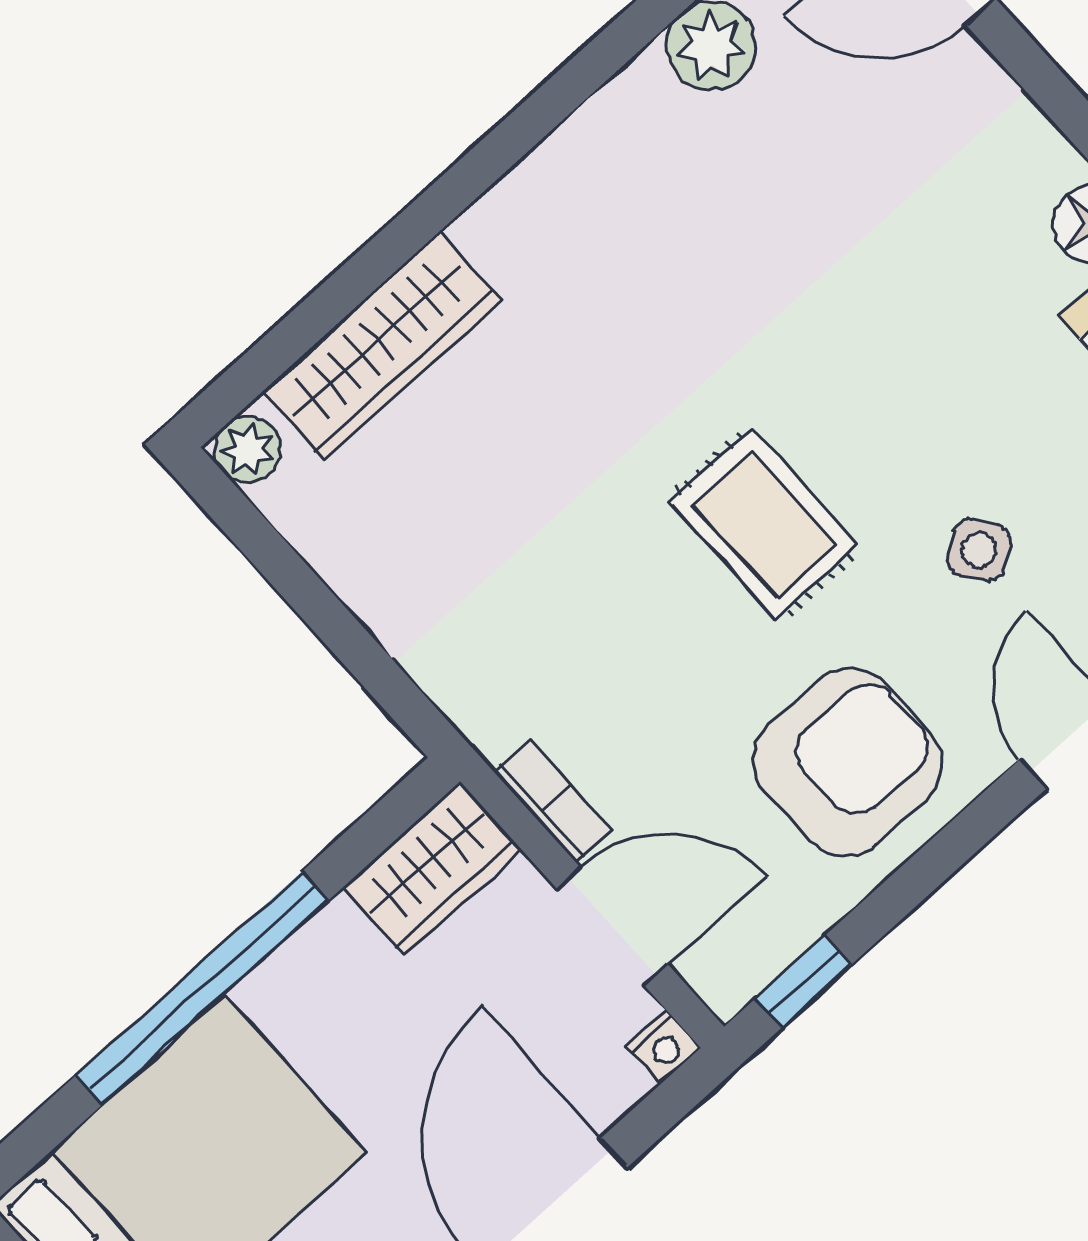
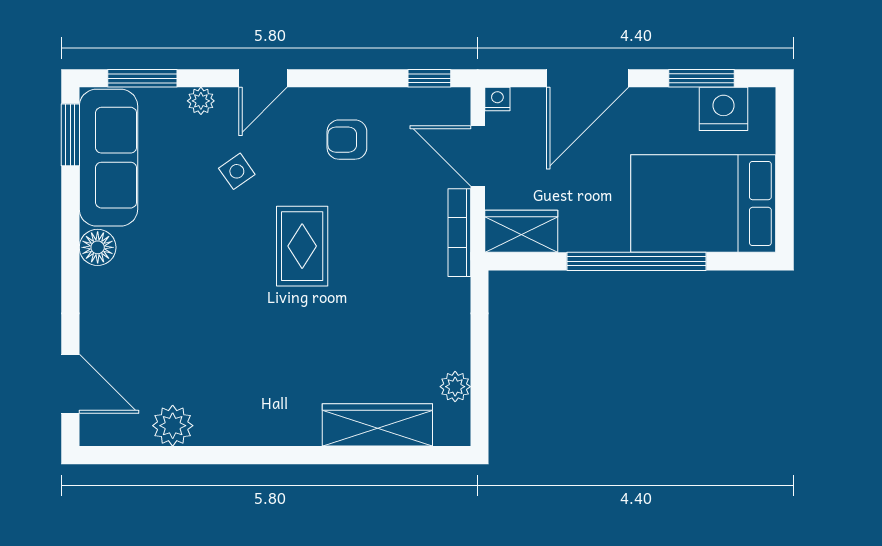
plant: (248, 450) -> (455, 387), moved
armchair: (847, 762) -> (347, 140), width x0.53, depth x0.53
bookcase: (553, 801) -> (459, 233), width x1.56

